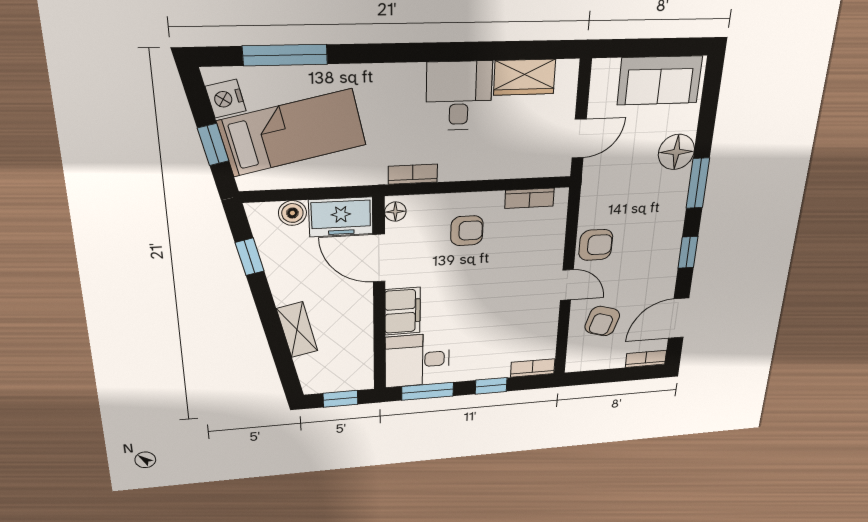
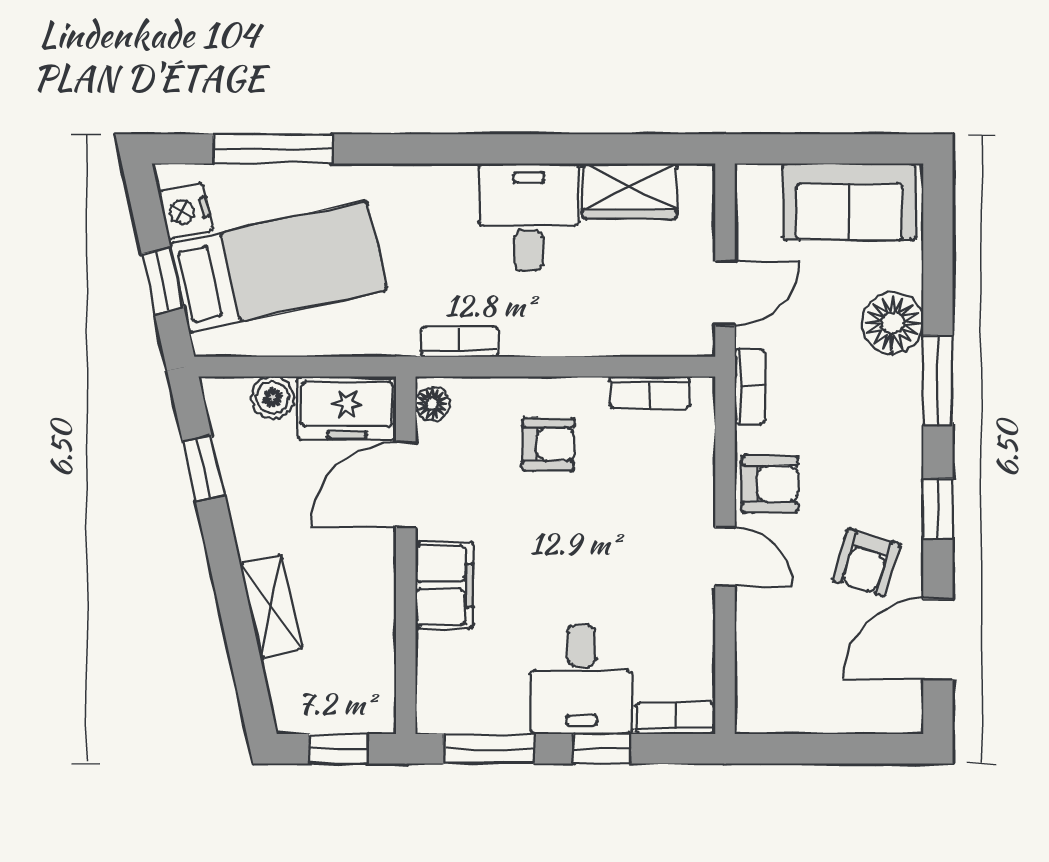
door: (379, 258) -> (406, 484), hinge flipped
armchair: (602, 321) -> (866, 562), moved
bookcase: (646, 359) -> (750, 386), moved, turned 90
desk: (417, 360) -> (581, 679), moved, turned -90

